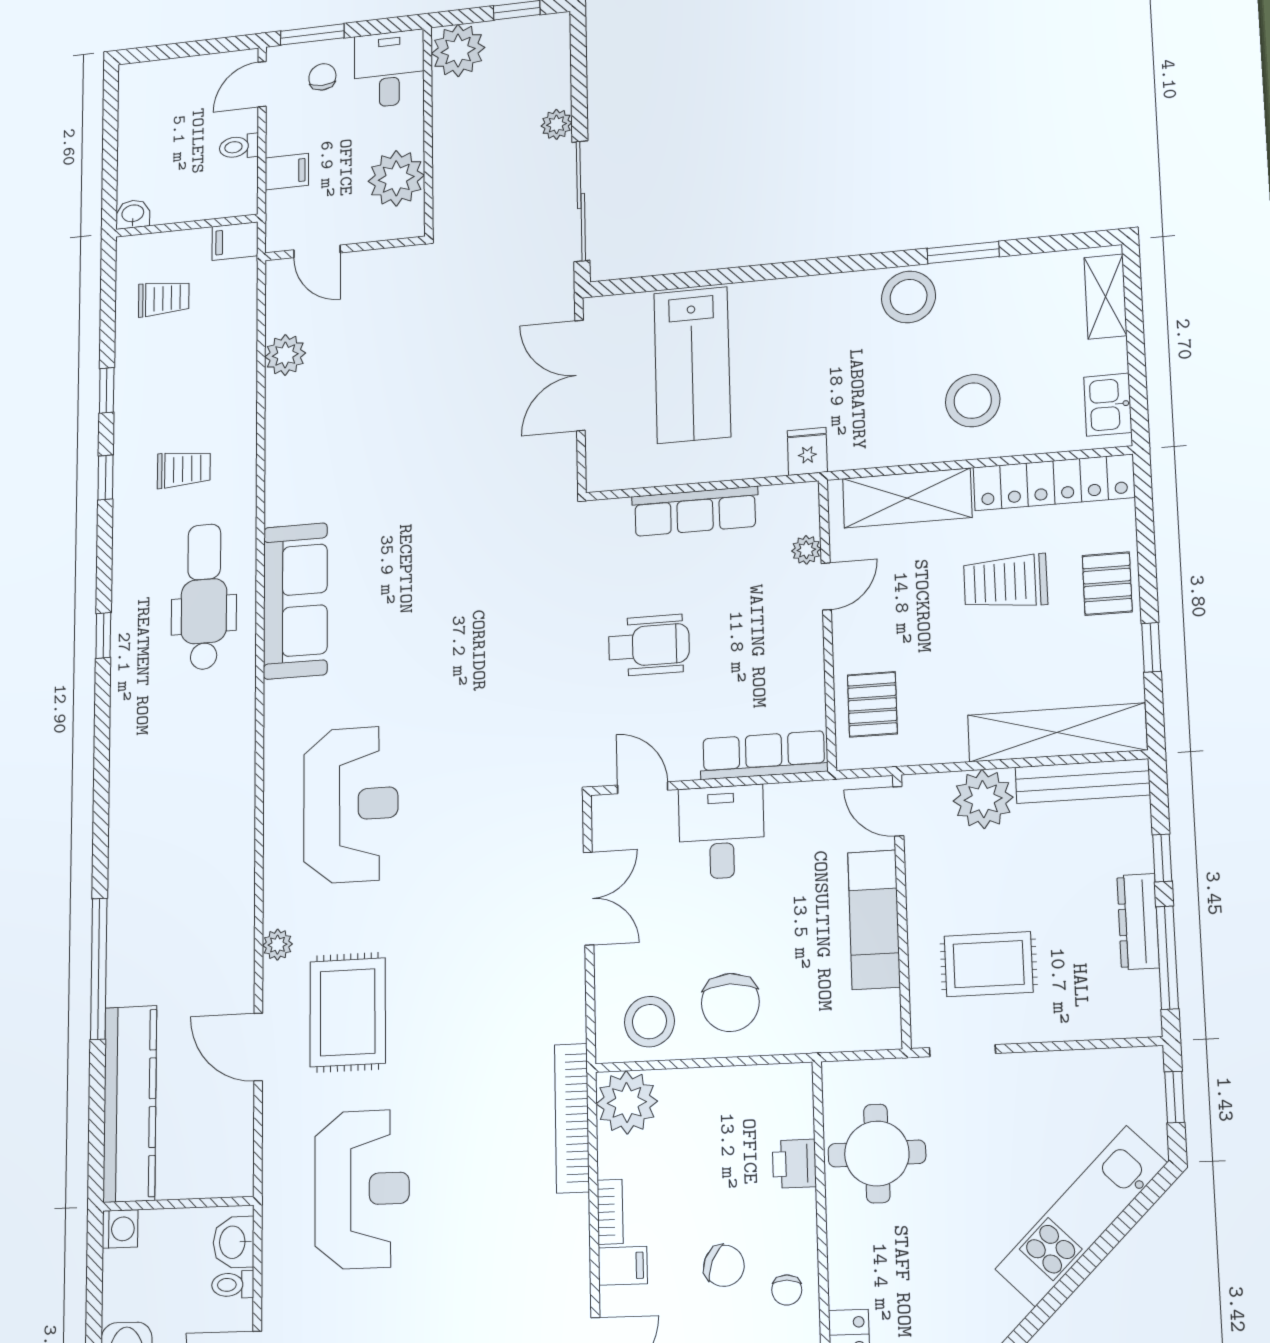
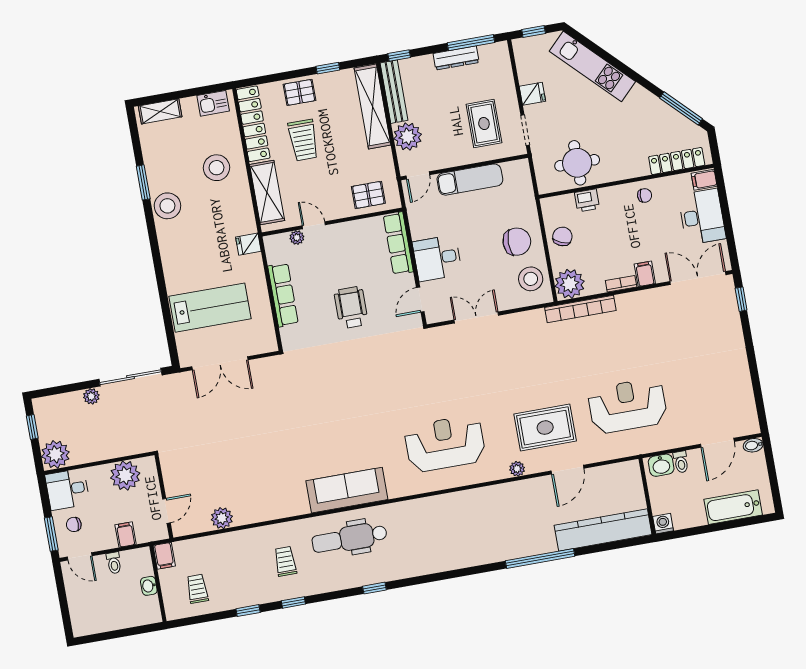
washbasin: (133, 214) -> (149, 586), moved
window: (1162, 858) -> (399, 55), moved
fridge: (1039, 1077) -> (532, 94), added
chair: (724, 1266) -> (562, 236), moved

